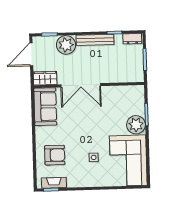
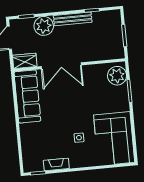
dresser: (132, 39) -> (110, 15), removed
sofa: (45, 107) -> (27, 96), width x1.36
plant: (136, 125) -> (117, 76), moved
armchair: (55, 155) -> (39, 138), removed
fireplace: (54, 183) -> (56, 164), moved

